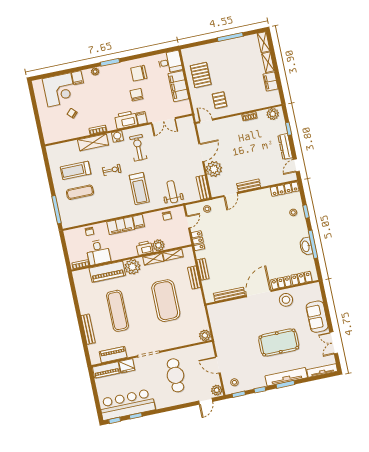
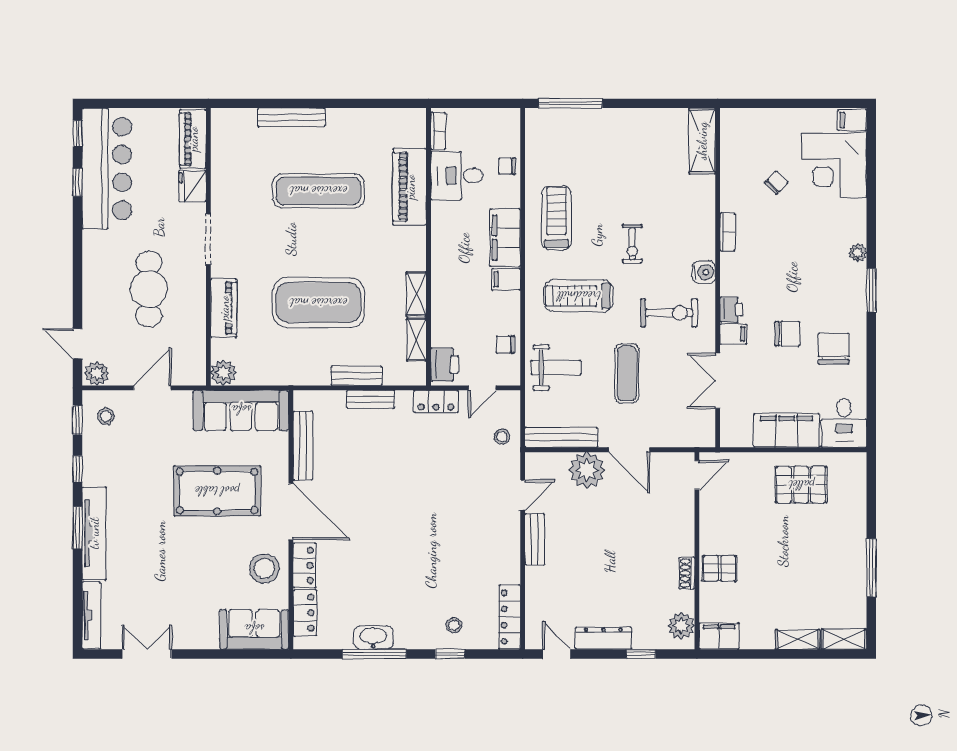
filing cabinet: (77, 78) -> (852, 120), moved
filing cabinet: (271, 81) -> (719, 636), moved
pallet: (220, 100) -> (719, 568), moved
printer: (126, 120) -> (731, 310), width x0.53, depth x0.68
shelving: (93, 142) -> (702, 141), moved
treadmill: (76, 170) -> (557, 218), moved
bench: (203, 187) -> (561, 437), width x1.36
exercise mat: (80, 192) -> (627, 373), moved
door: (231, 195) -> (523, 495), swing flipped
door: (188, 222) -> (482, 388), hinge flipped
plant: (158, 245) -> (444, 312), removed
printer: (145, 248) -> (445, 365), moved
plant: (132, 267) -> (409, 244), removed
sofa: (317, 317) -> (254, 629), moved
sofa: (220, 324) -> (241, 410), added
pool table: (279, 342) -> (217, 491), moved, turned 90
piano: (113, 355) -> (224, 308), moved
cafe table: (175, 375) -> (149, 289), turned 90

